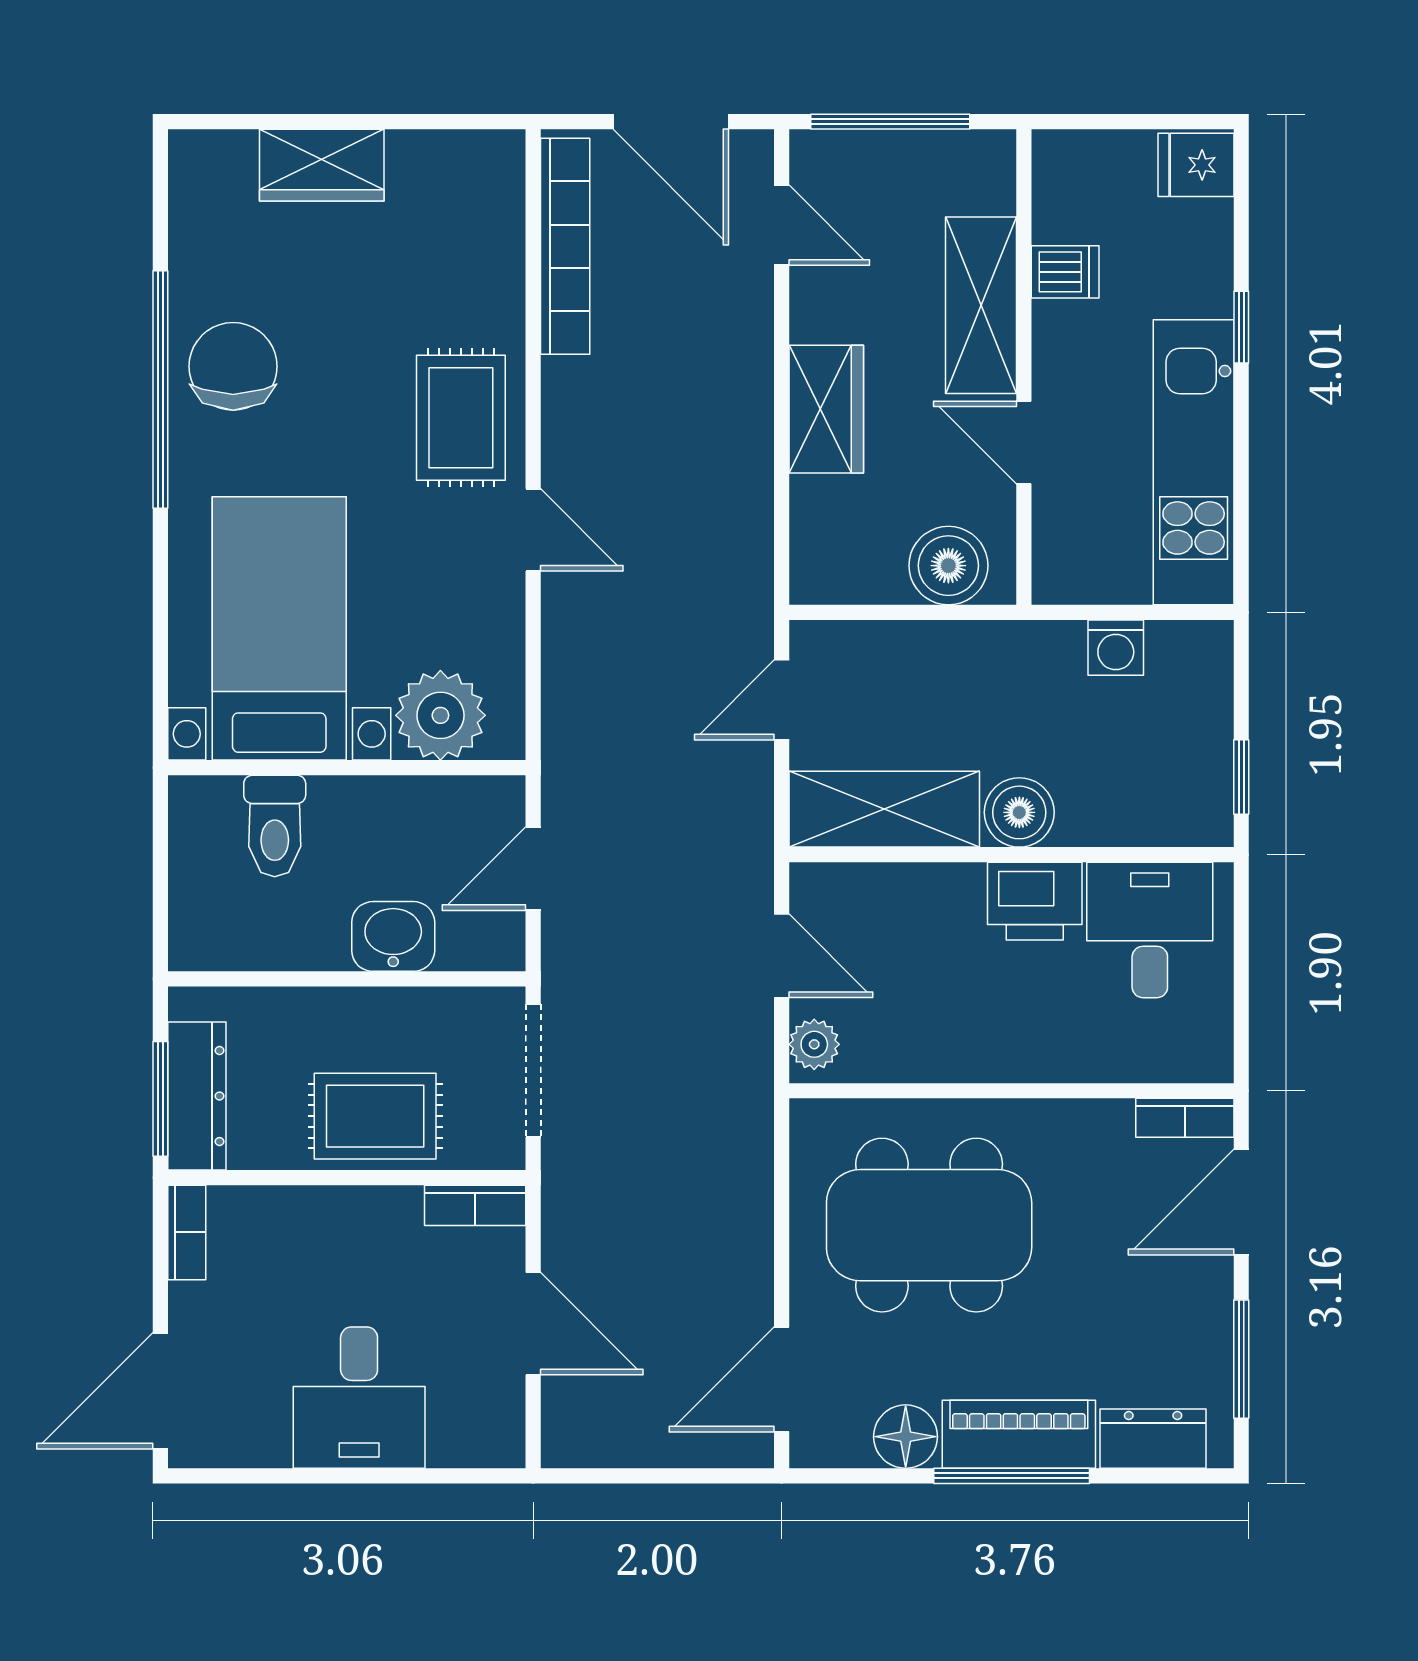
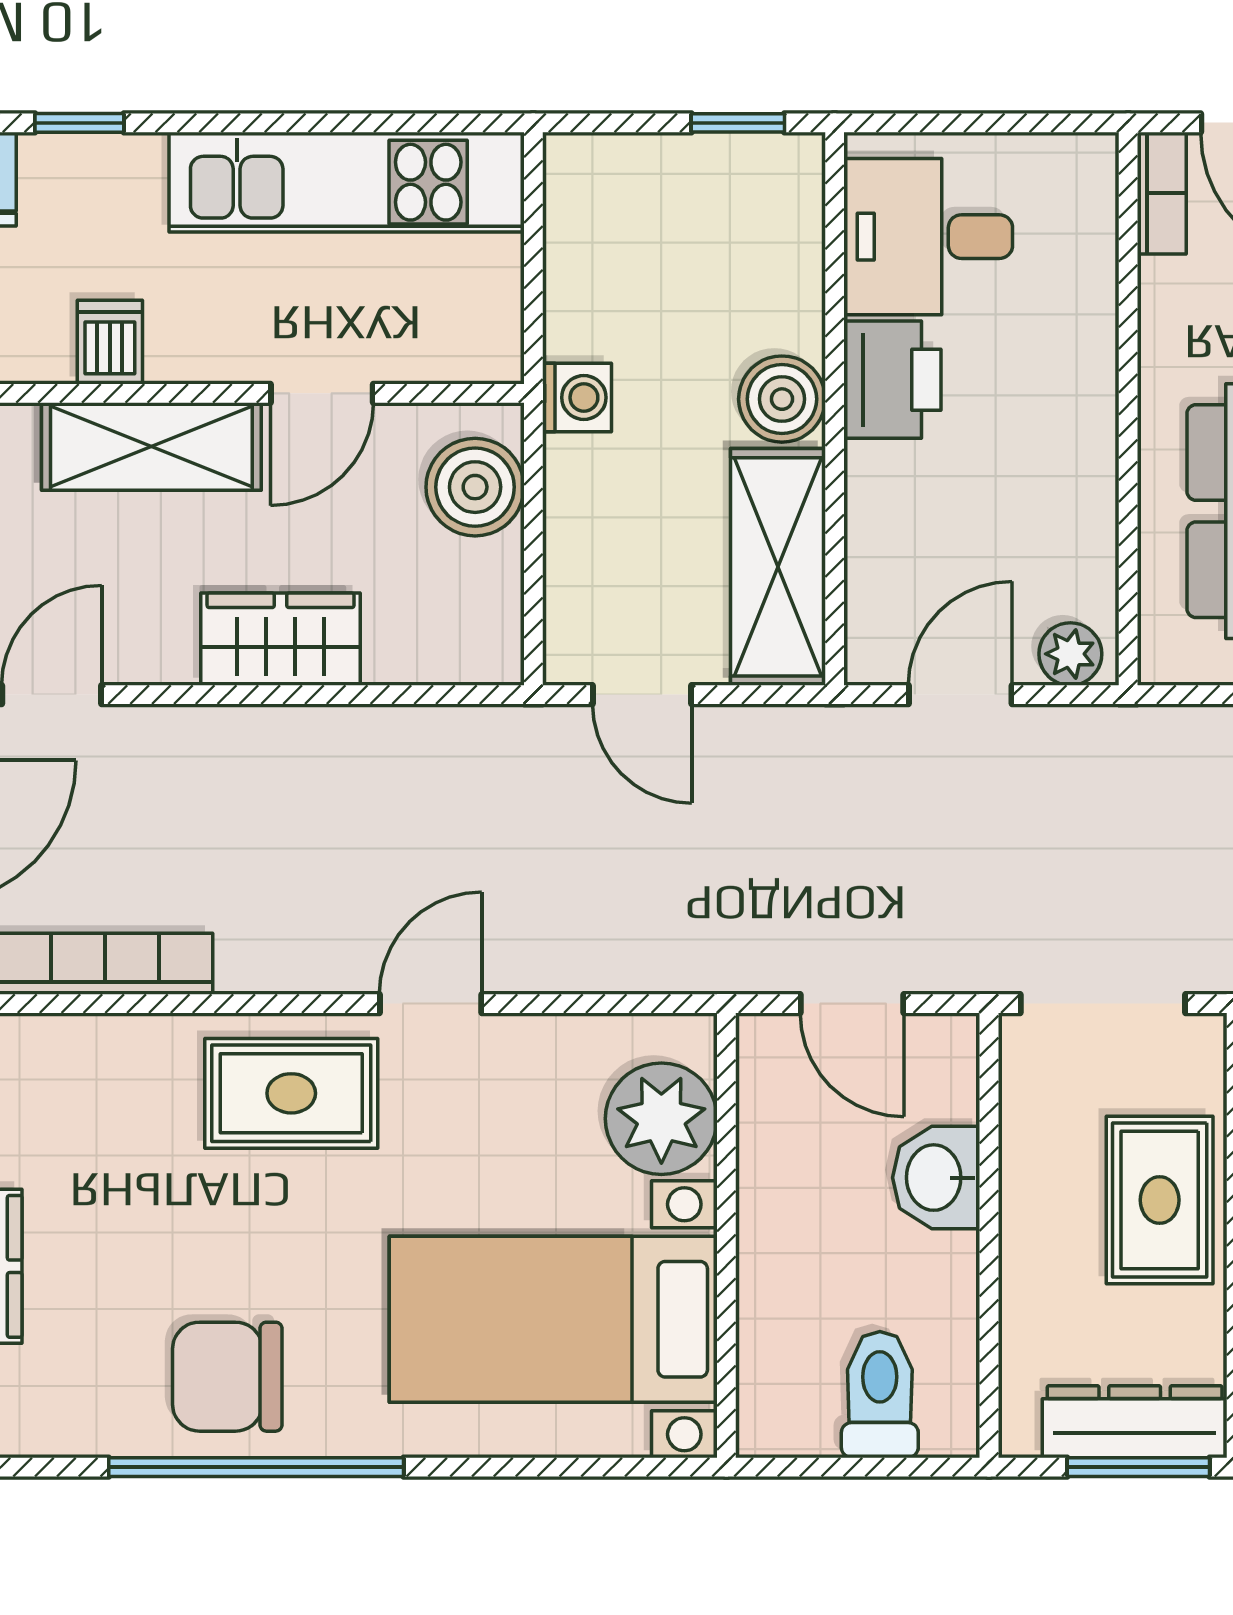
window: (1241, 327) -> (79, 123), moved
washing machine: (1116, 648) -> (577, 398), moved
toilet: (275, 826) -> (880, 1395), moved, turned -90

